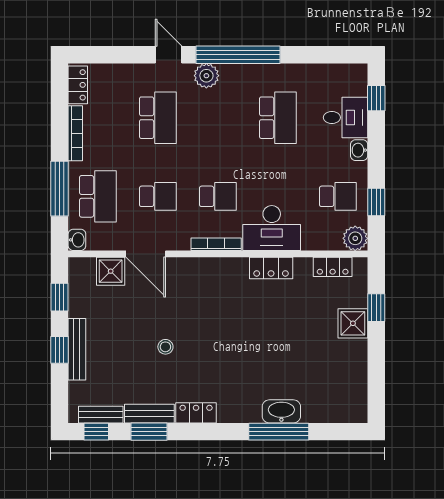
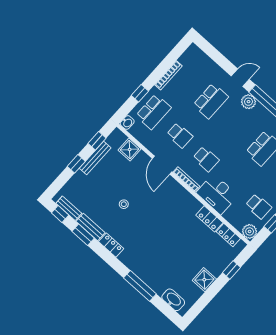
door: (169, 55) -> (240, 78), hinge flipped
locker: (78, 85) -> (189, 55), removed
window: (60, 189) -> (140, 93), width x0.46
door: (146, 254) -> (162, 165), moved
locker: (271, 268) -> (209, 219), moved
shower: (353, 323) -> (204, 280), moved
bench: (77, 349) -> (95, 158), moved
washbasin: (281, 411) -> (173, 300), moved

